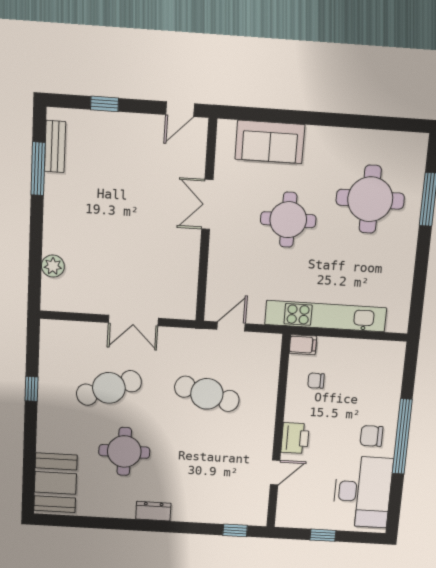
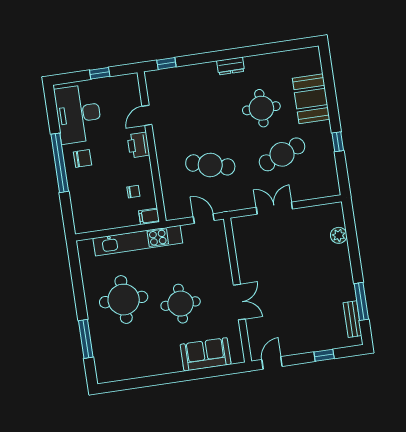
round table: (370, 199) -> (124, 300), moved
door: (231, 327) -> (204, 219), swing flipped
booth: (55, 483) -> (311, 99), moved

